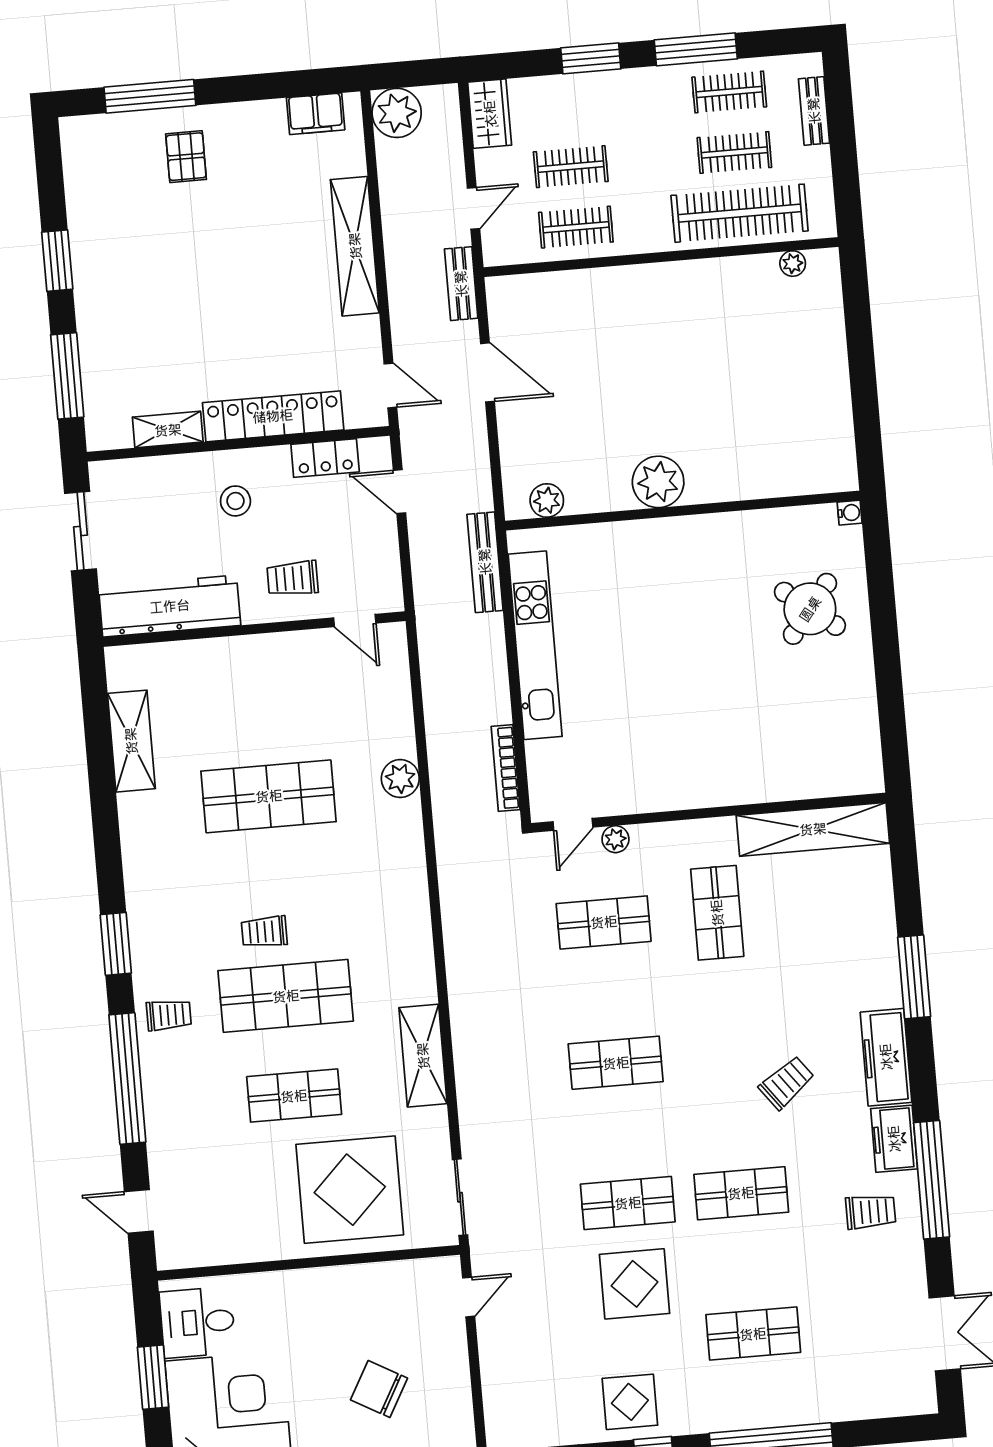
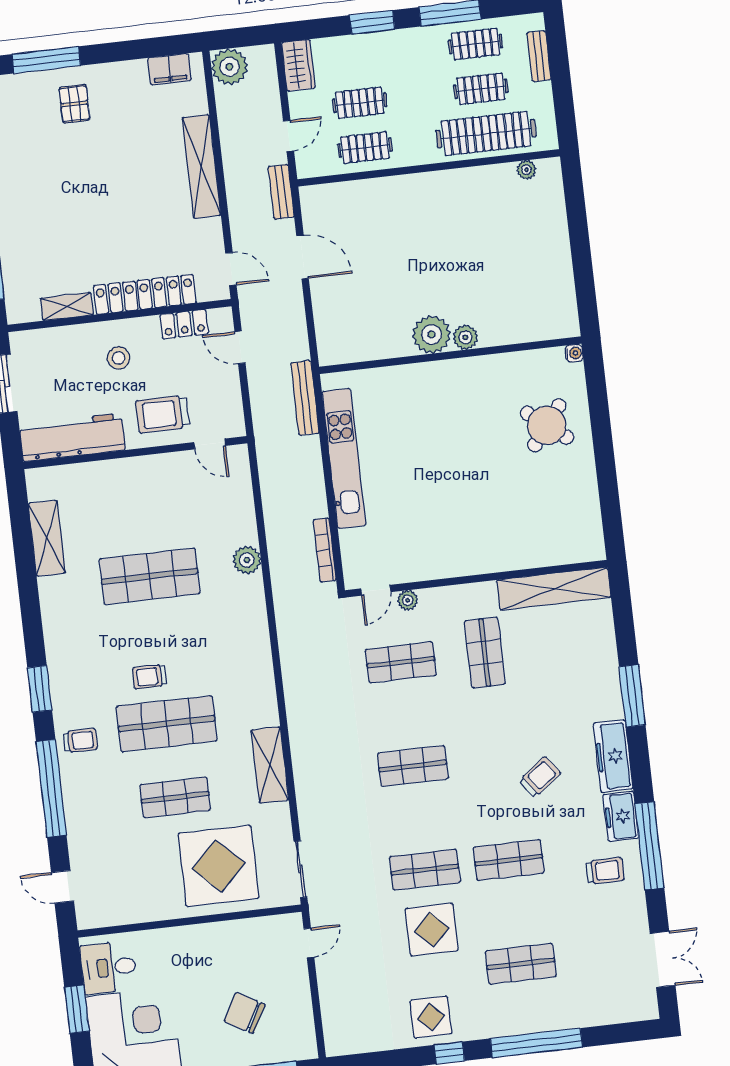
plant: (547, 500) -> (465, 337), moved
trolley: (293, 578) -> (163, 414), width x1.36, depth x1.39

